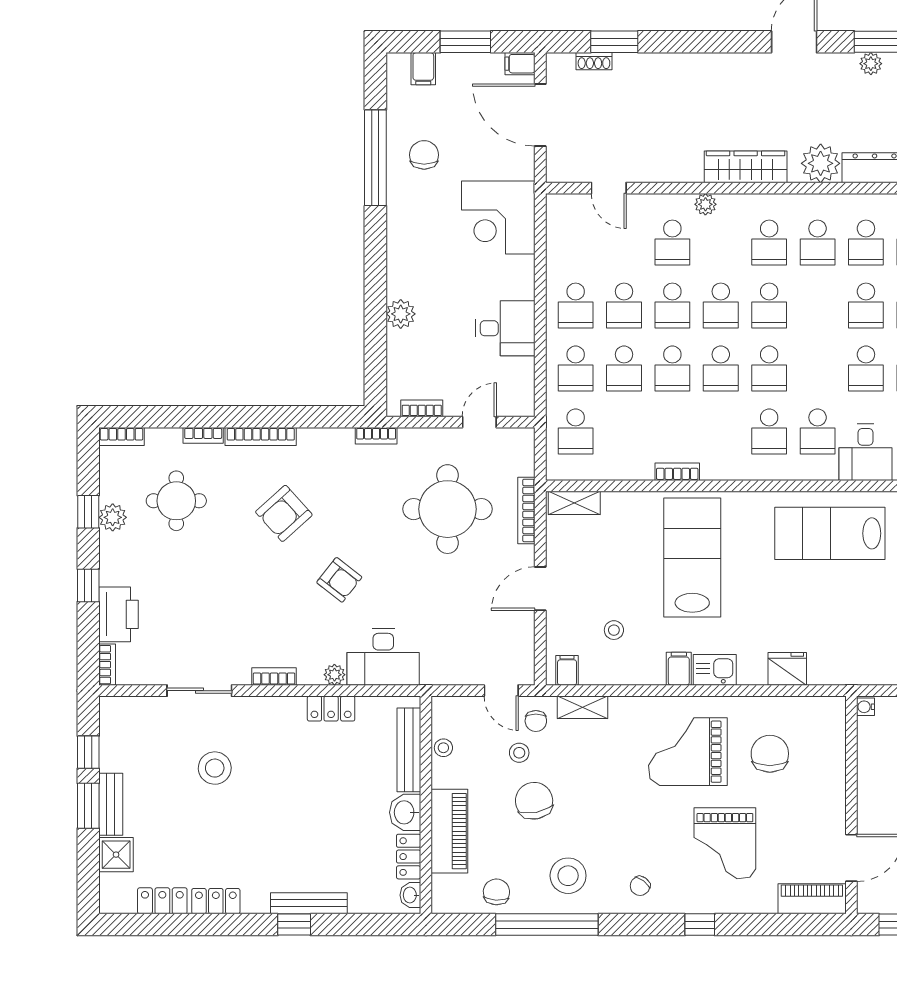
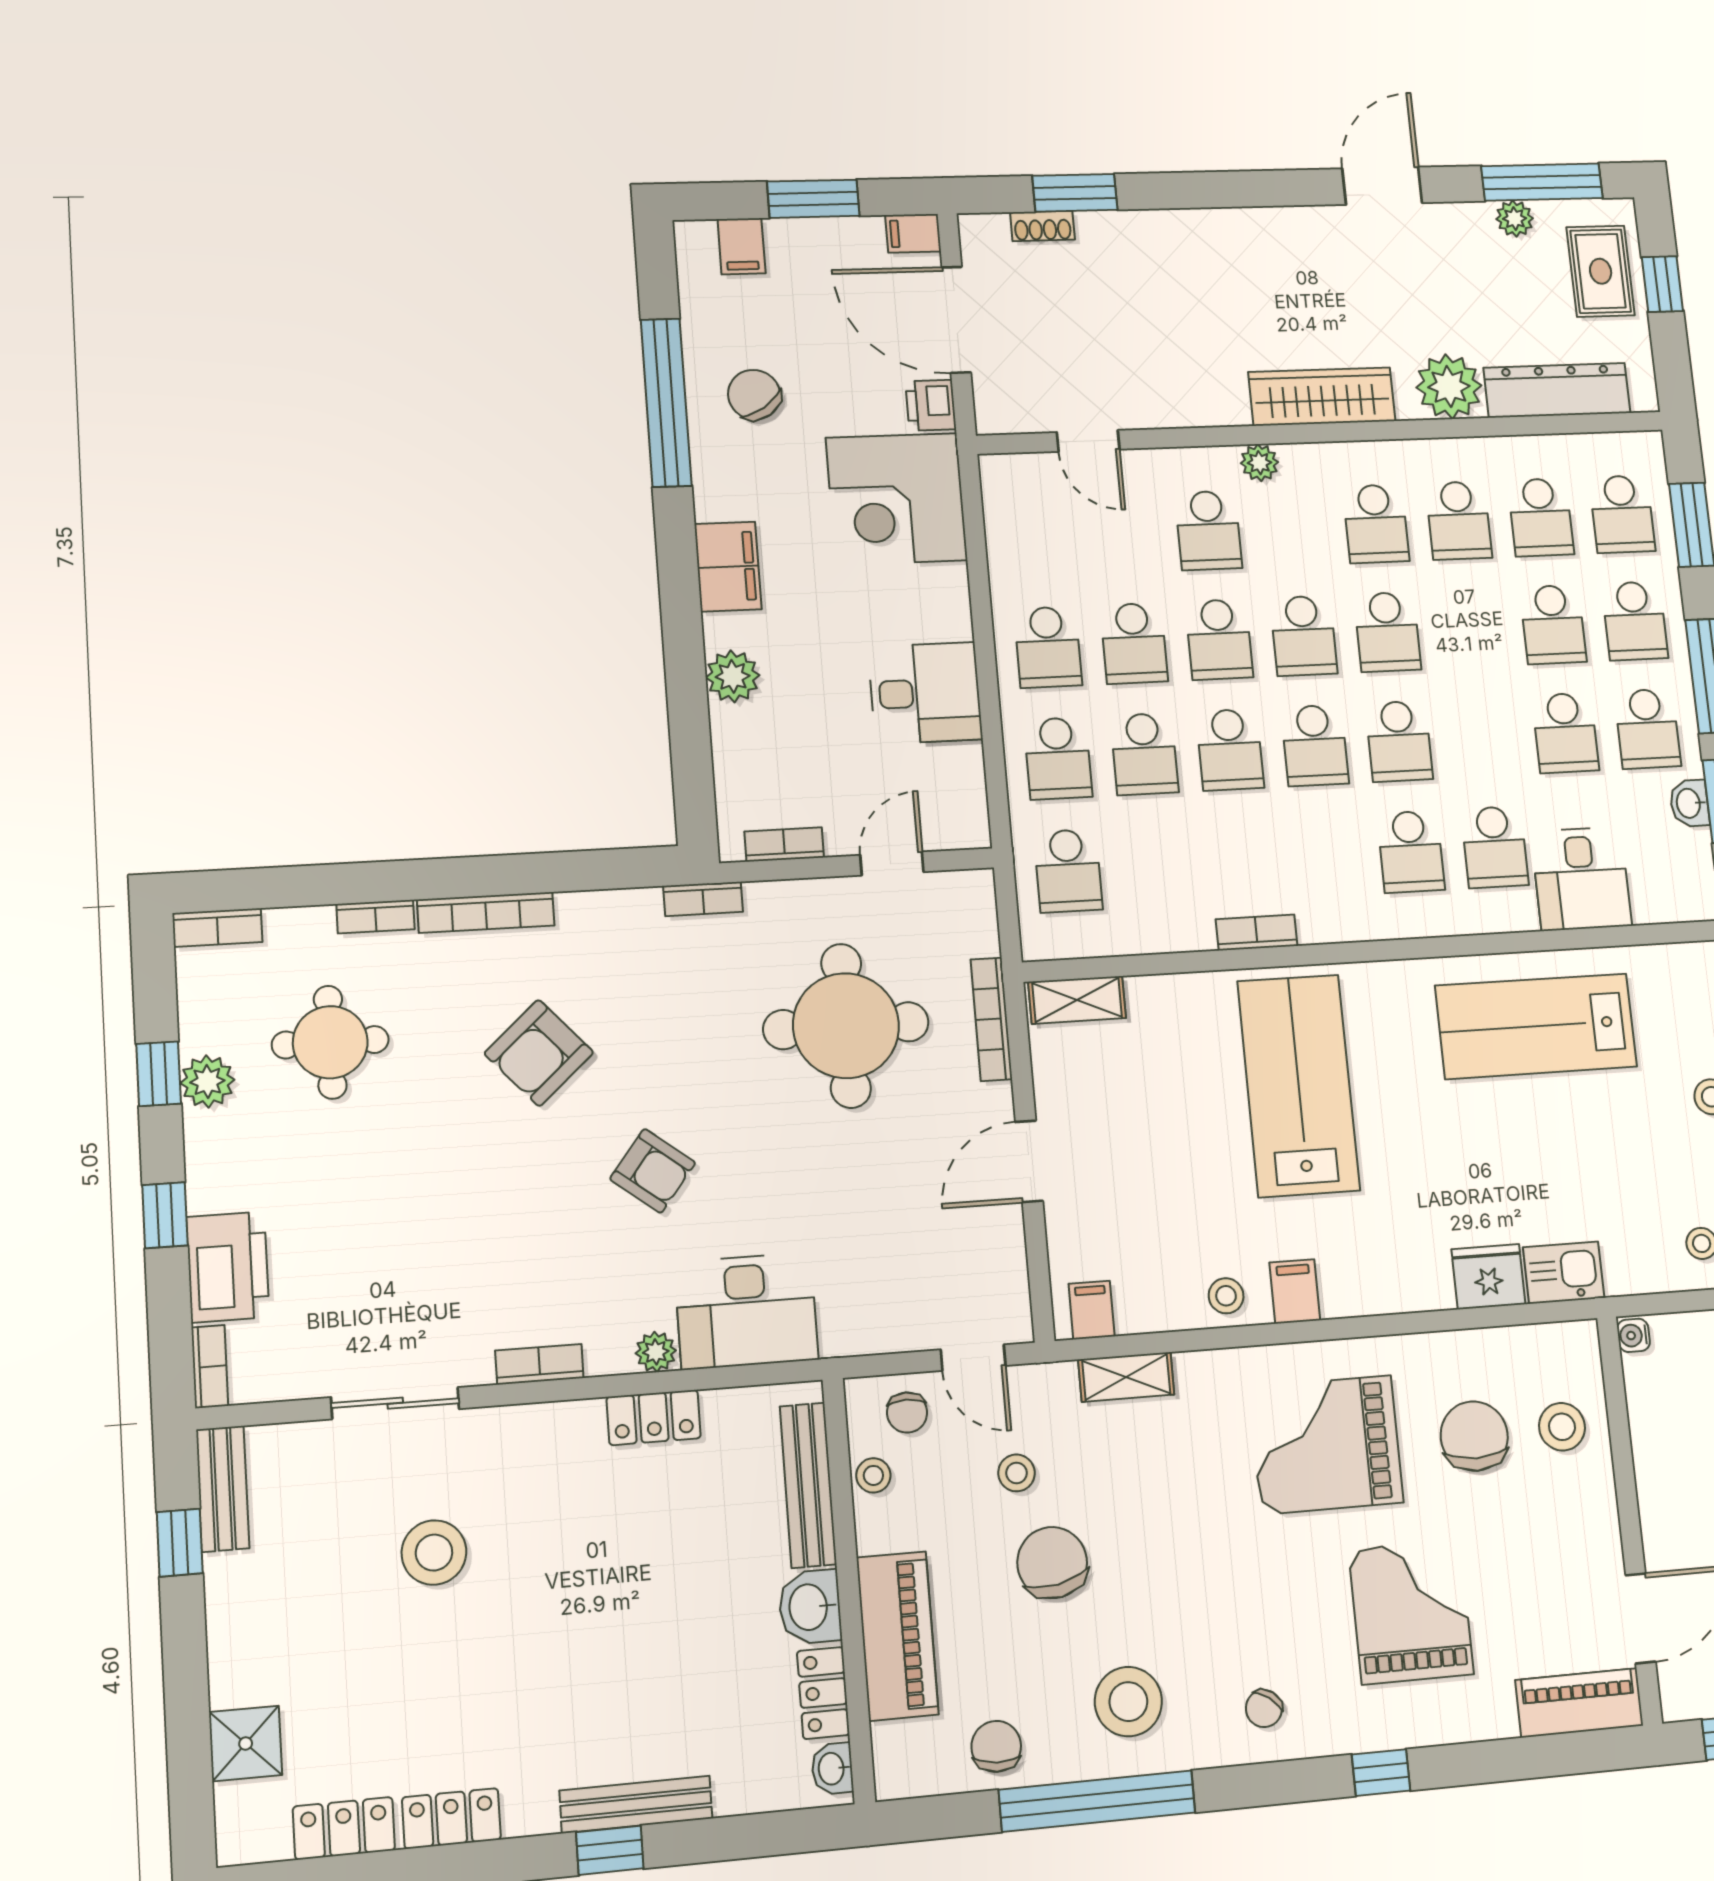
chair: (424, 155) -> (754, 395), turned -34
printer: (522, 164) -> (931, 405), added
filing cabinet: (403, 252) -> (728, 567), added
stool: (614, 630) -> (1226, 1296), moved
kitchen sink: (715, 670) -> (1564, 1273), moved
chair: (536, 721) -> (907, 1413), moved
stool: (819, 753) -> (1562, 1427), added
bench: (111, 804) -> (223, 1489), moved
window: (88, 806) -> (185, 1650), removed
grand piano: (725, 843) -> (1411, 1612), turned 180

